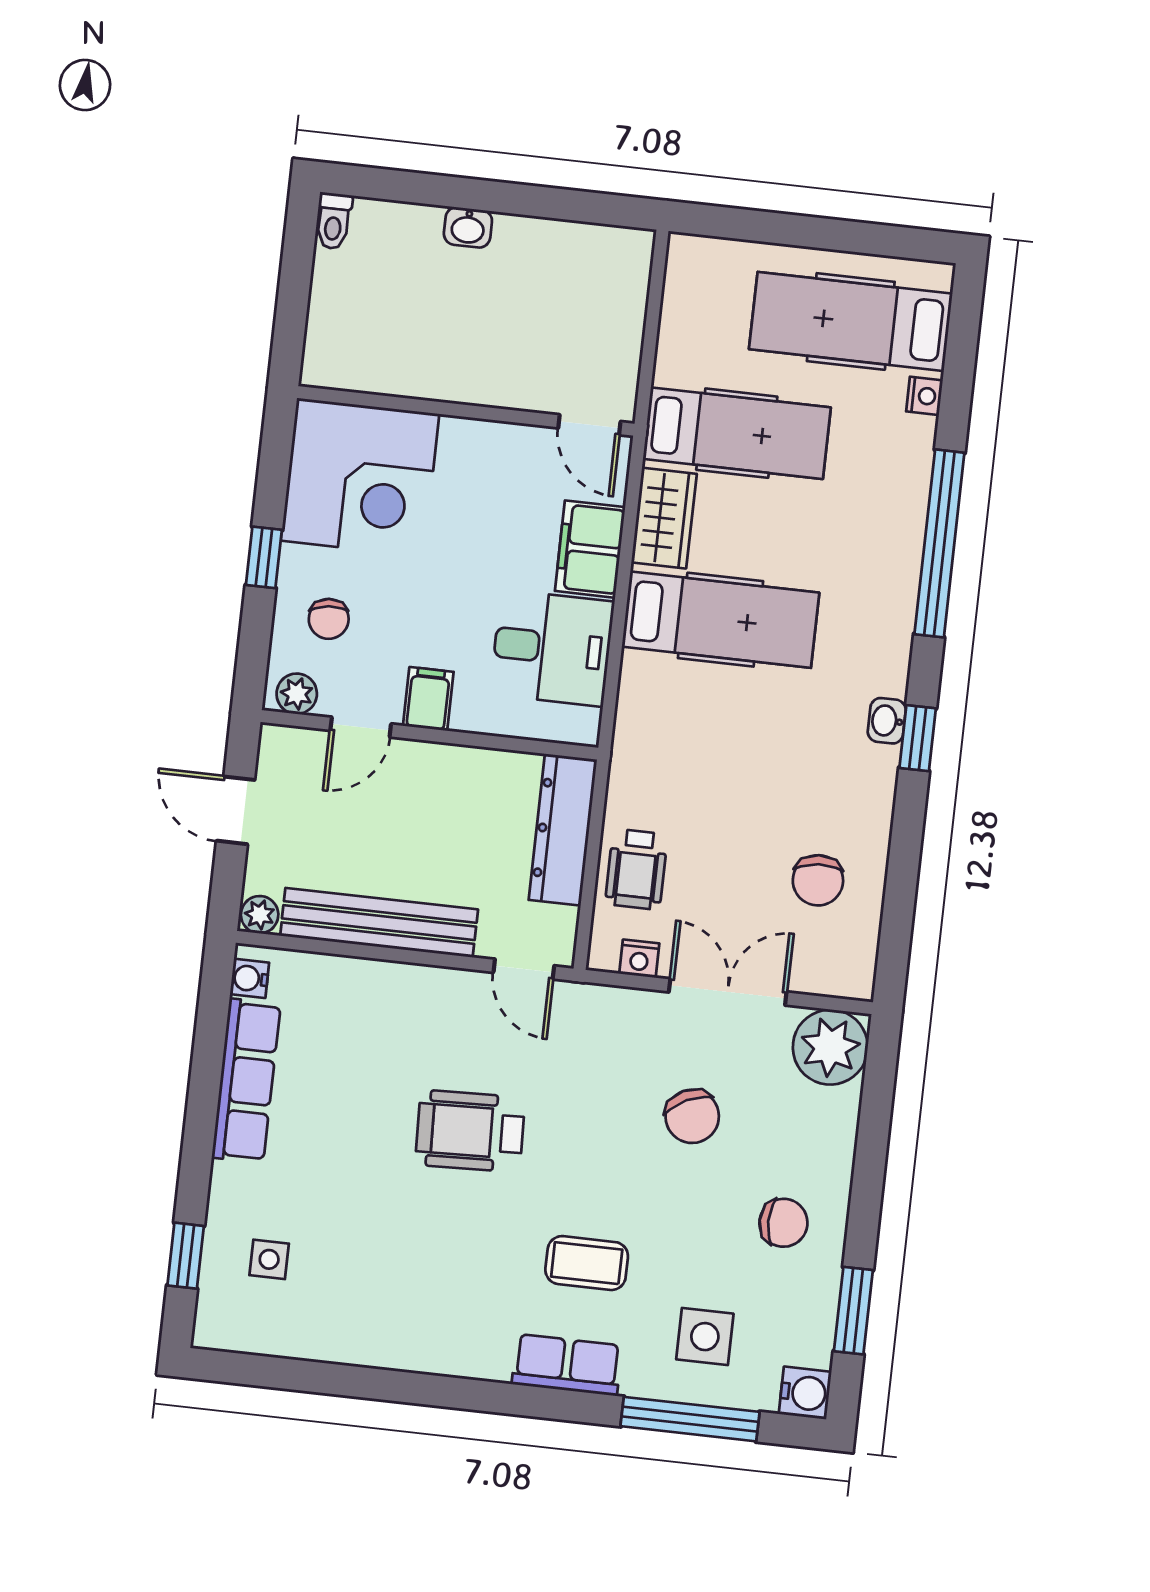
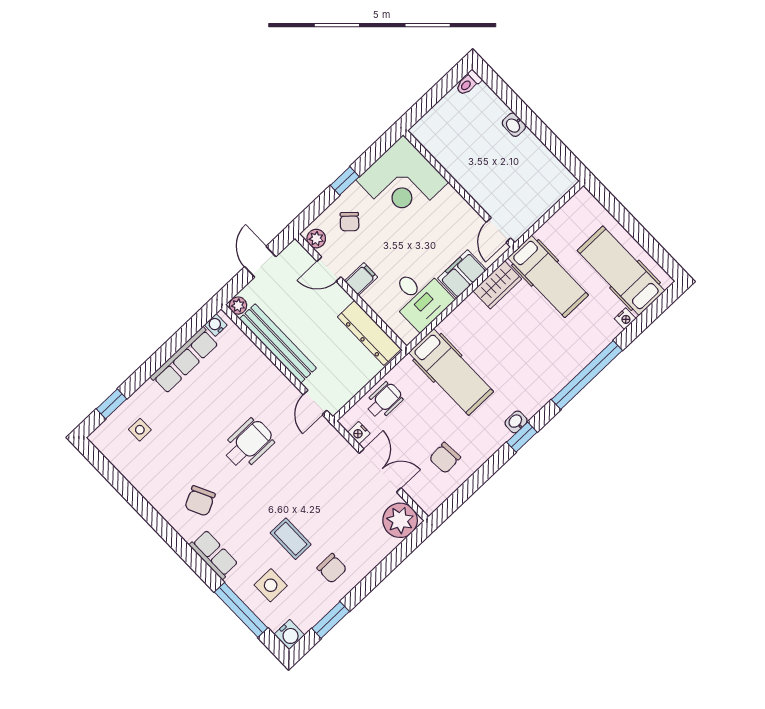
chair: (329, 619) -> (349, 222), turned -42
hospital bed: (721, 620) -> (451, 372), moved
dresser: (563, 830) -> (369, 333), moved, turned -90
wheelchair: (636, 869) -> (384, 401), turned 180
chair: (692, 1116) -> (200, 501), moved
wheelchair: (470, 1131) -> (248, 444), turned 92
coffee table: (587, 1263) -> (291, 539), moved

